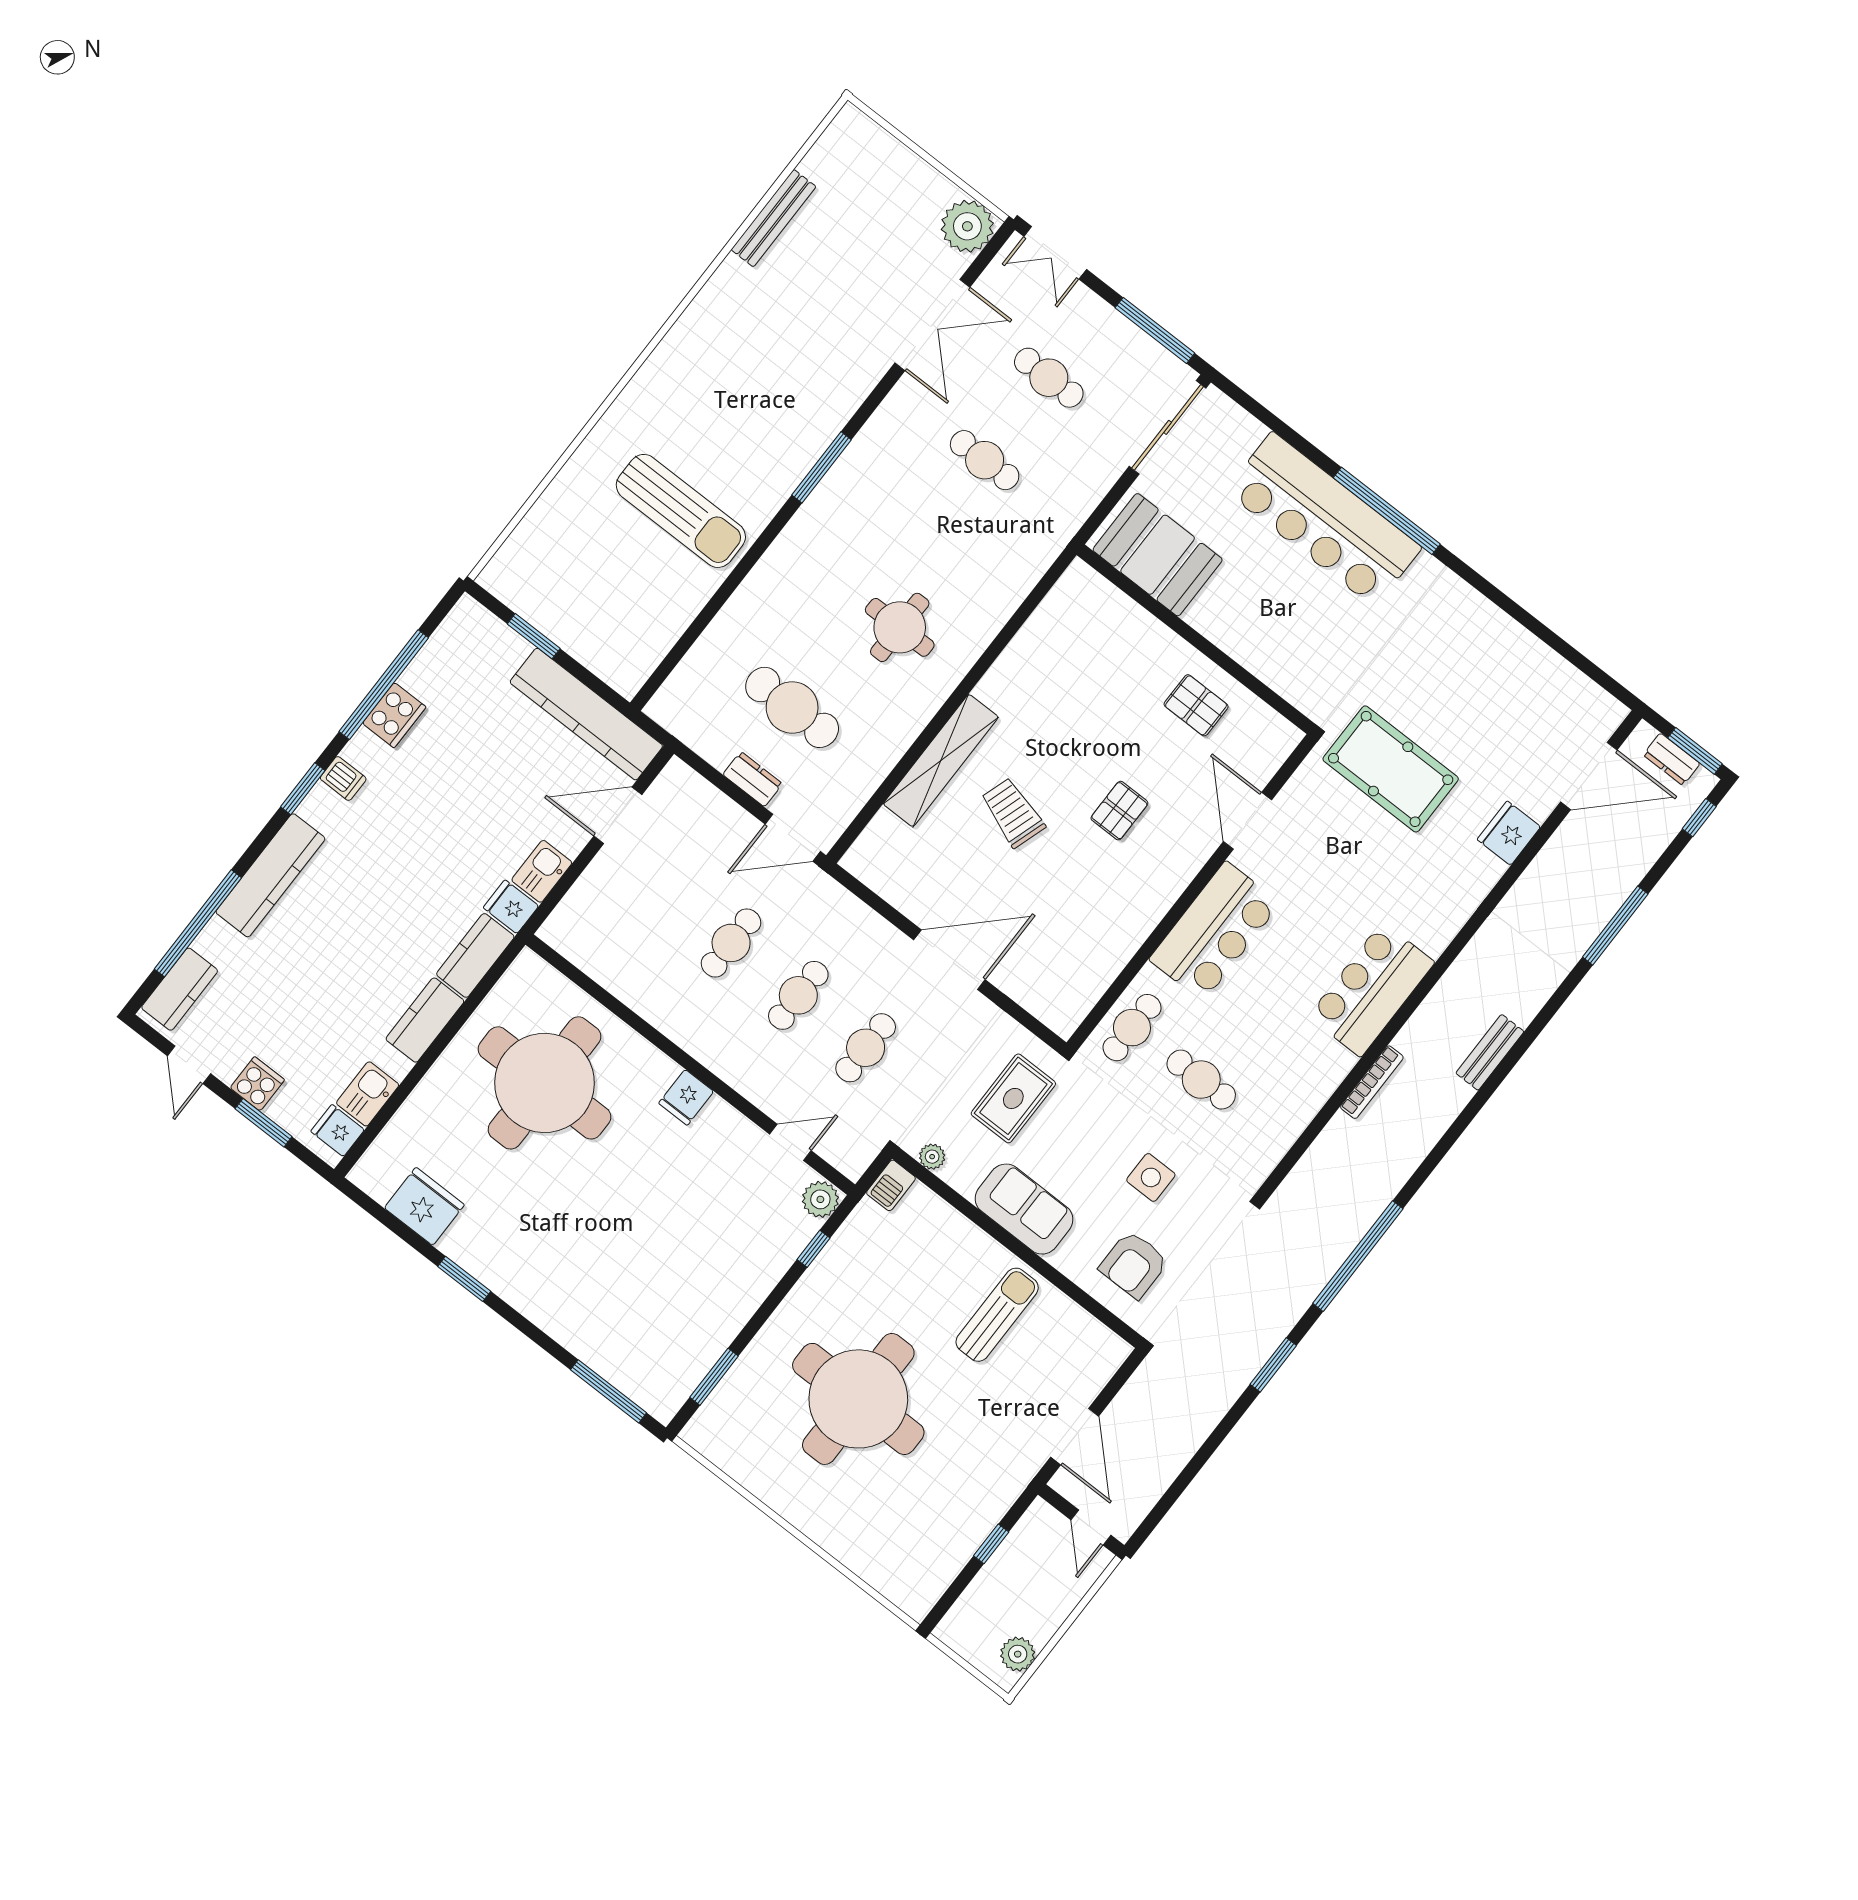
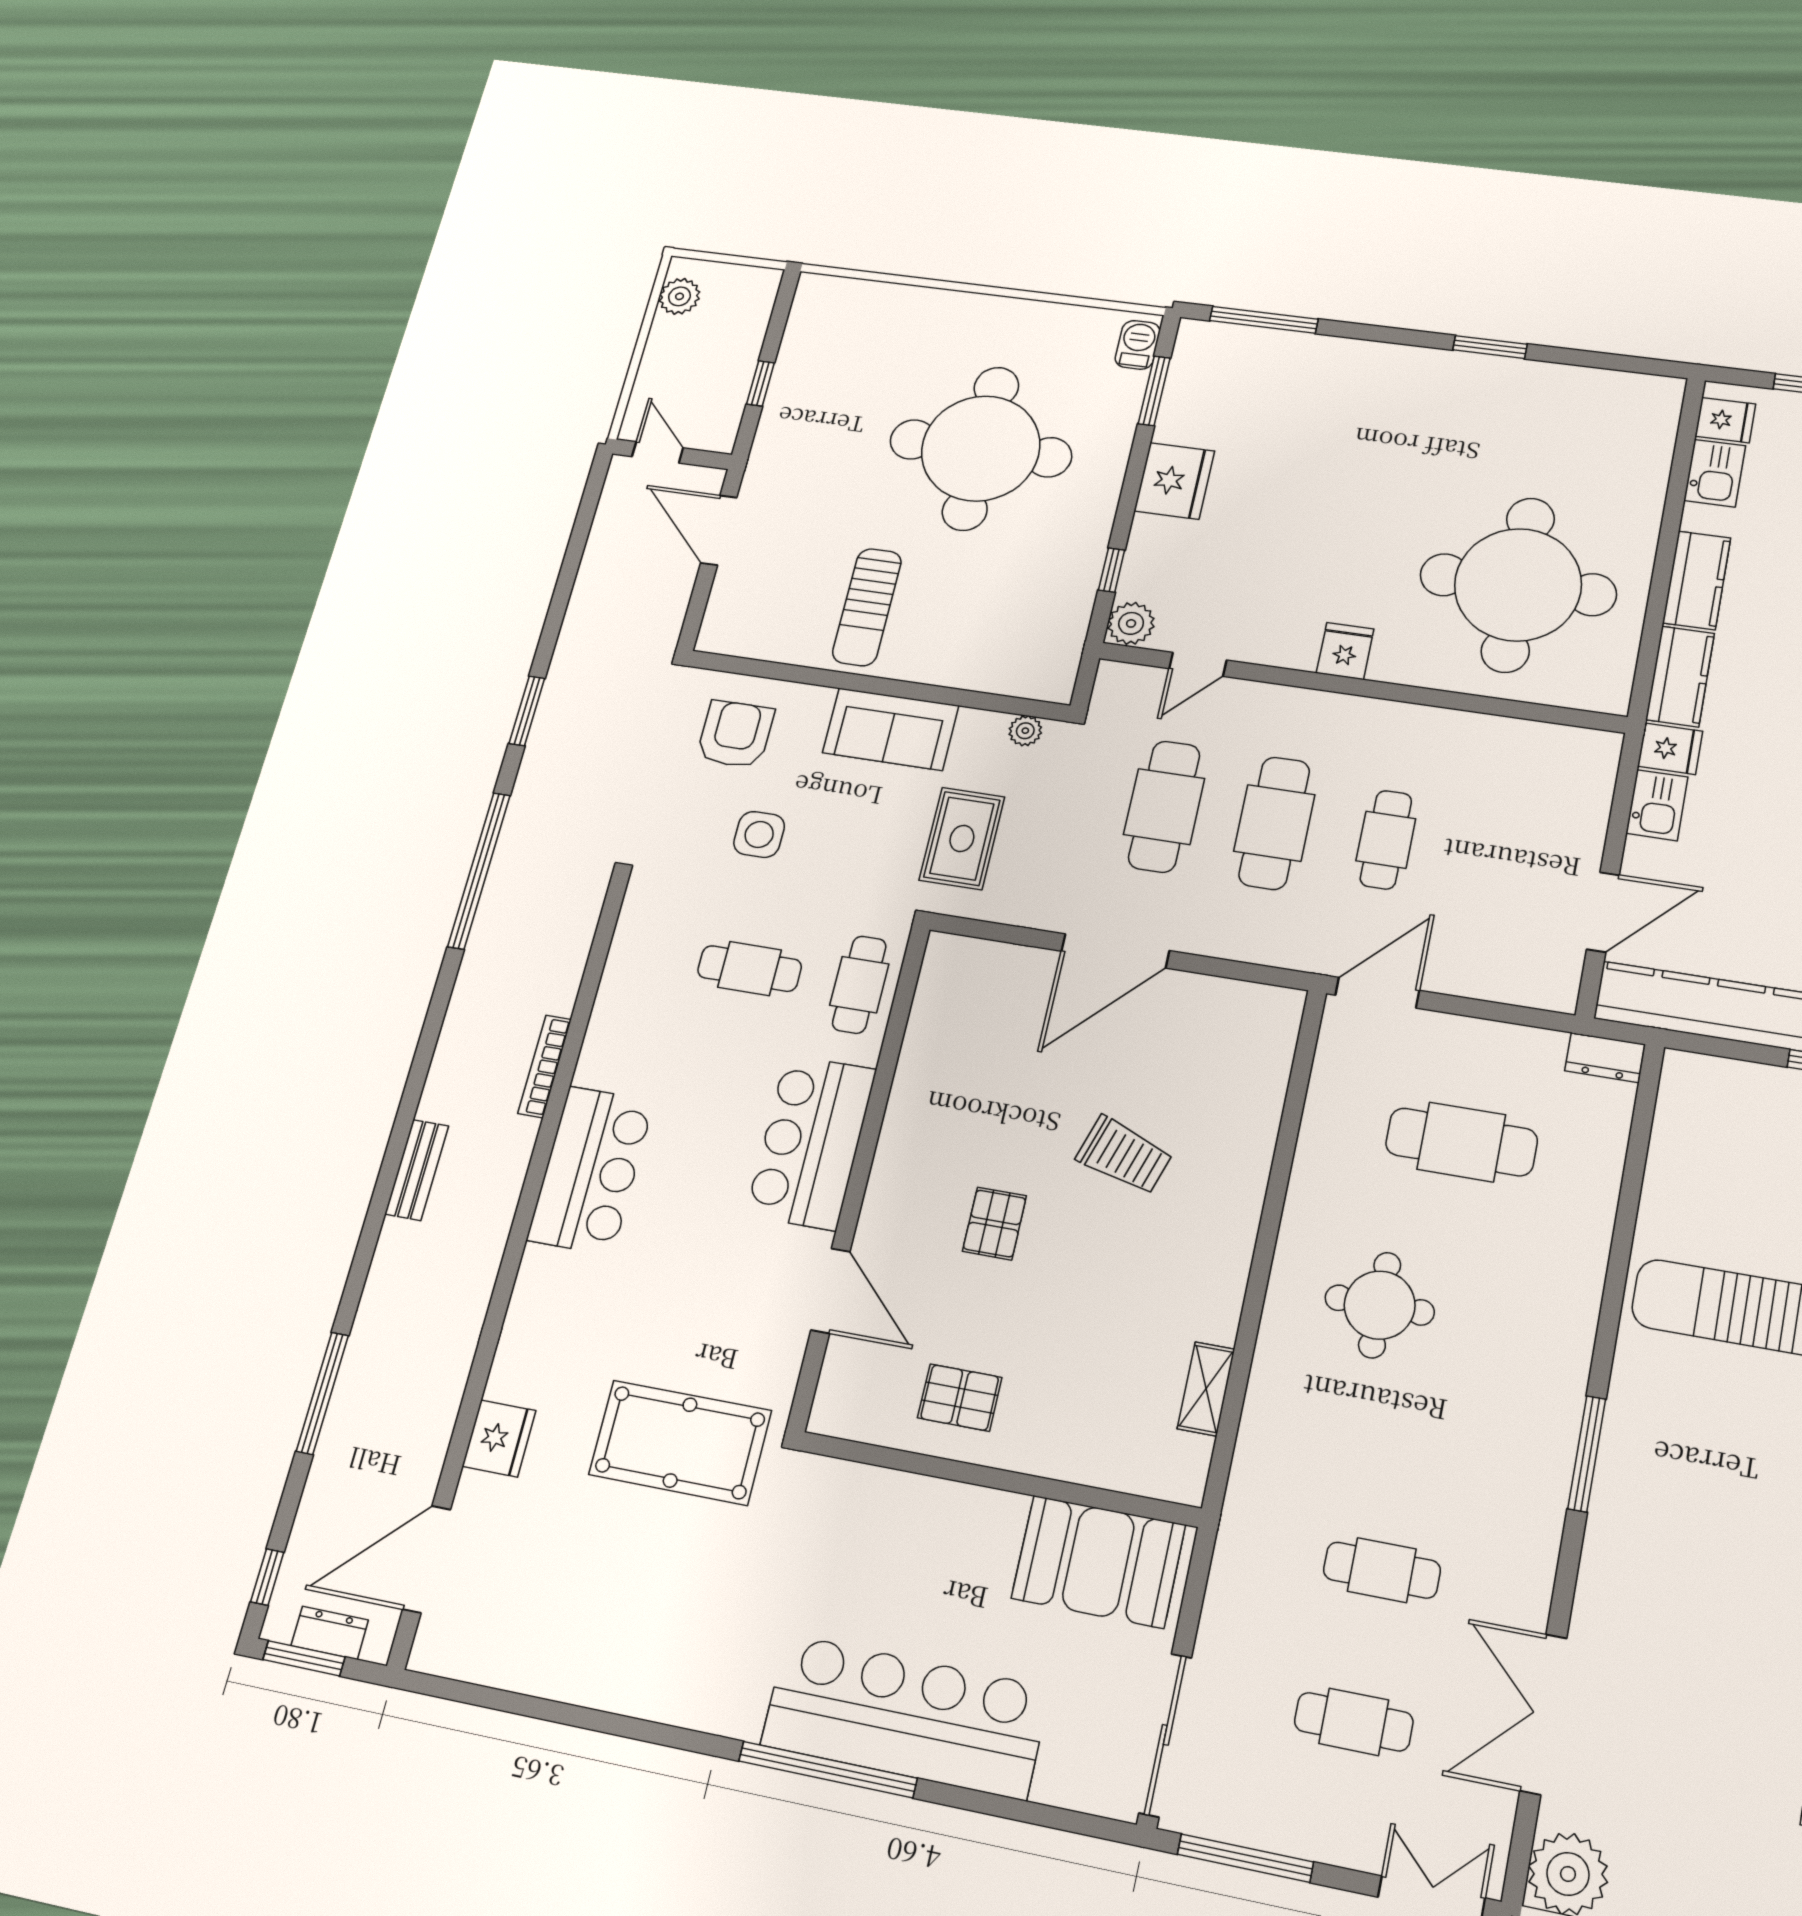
shelving: (941, 761) -> (1206, 1389), moved, width x0.45, depth x0.75
dresser: (753, 779) -> (1605, 1058), moved
cafe table: (798, 995) -> (1274, 823), width x1.37, depth x1.35
cafe table: (866, 1048) -> (1164, 806), width x1.37, depth x1.35
barbecue: (891, 1185) -> (1138, 345), moved
fridge: (424, 1206) -> (1174, 481), moved, turned -90

